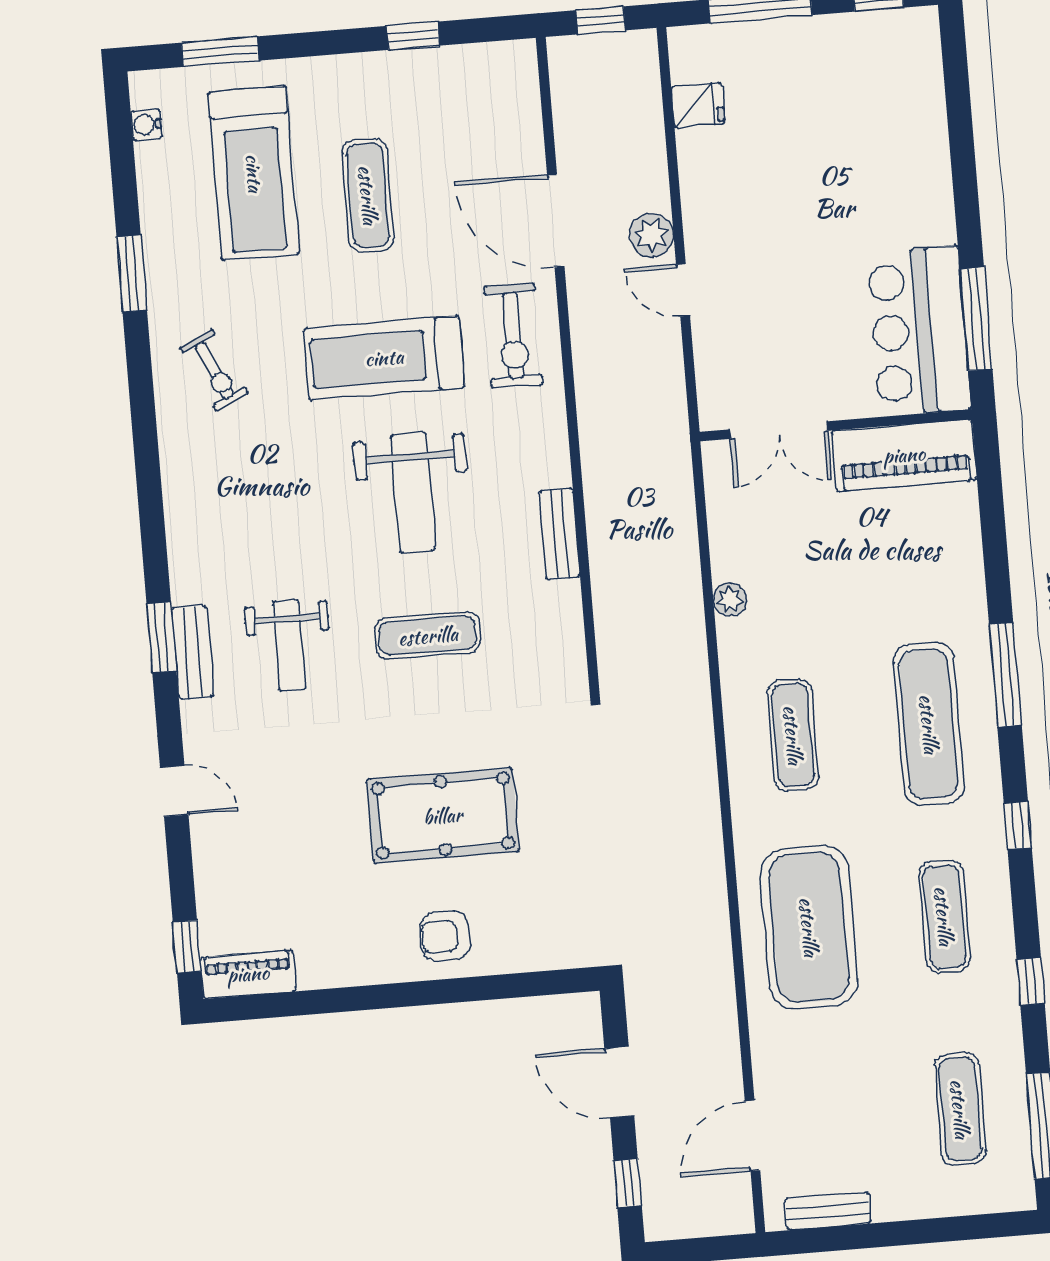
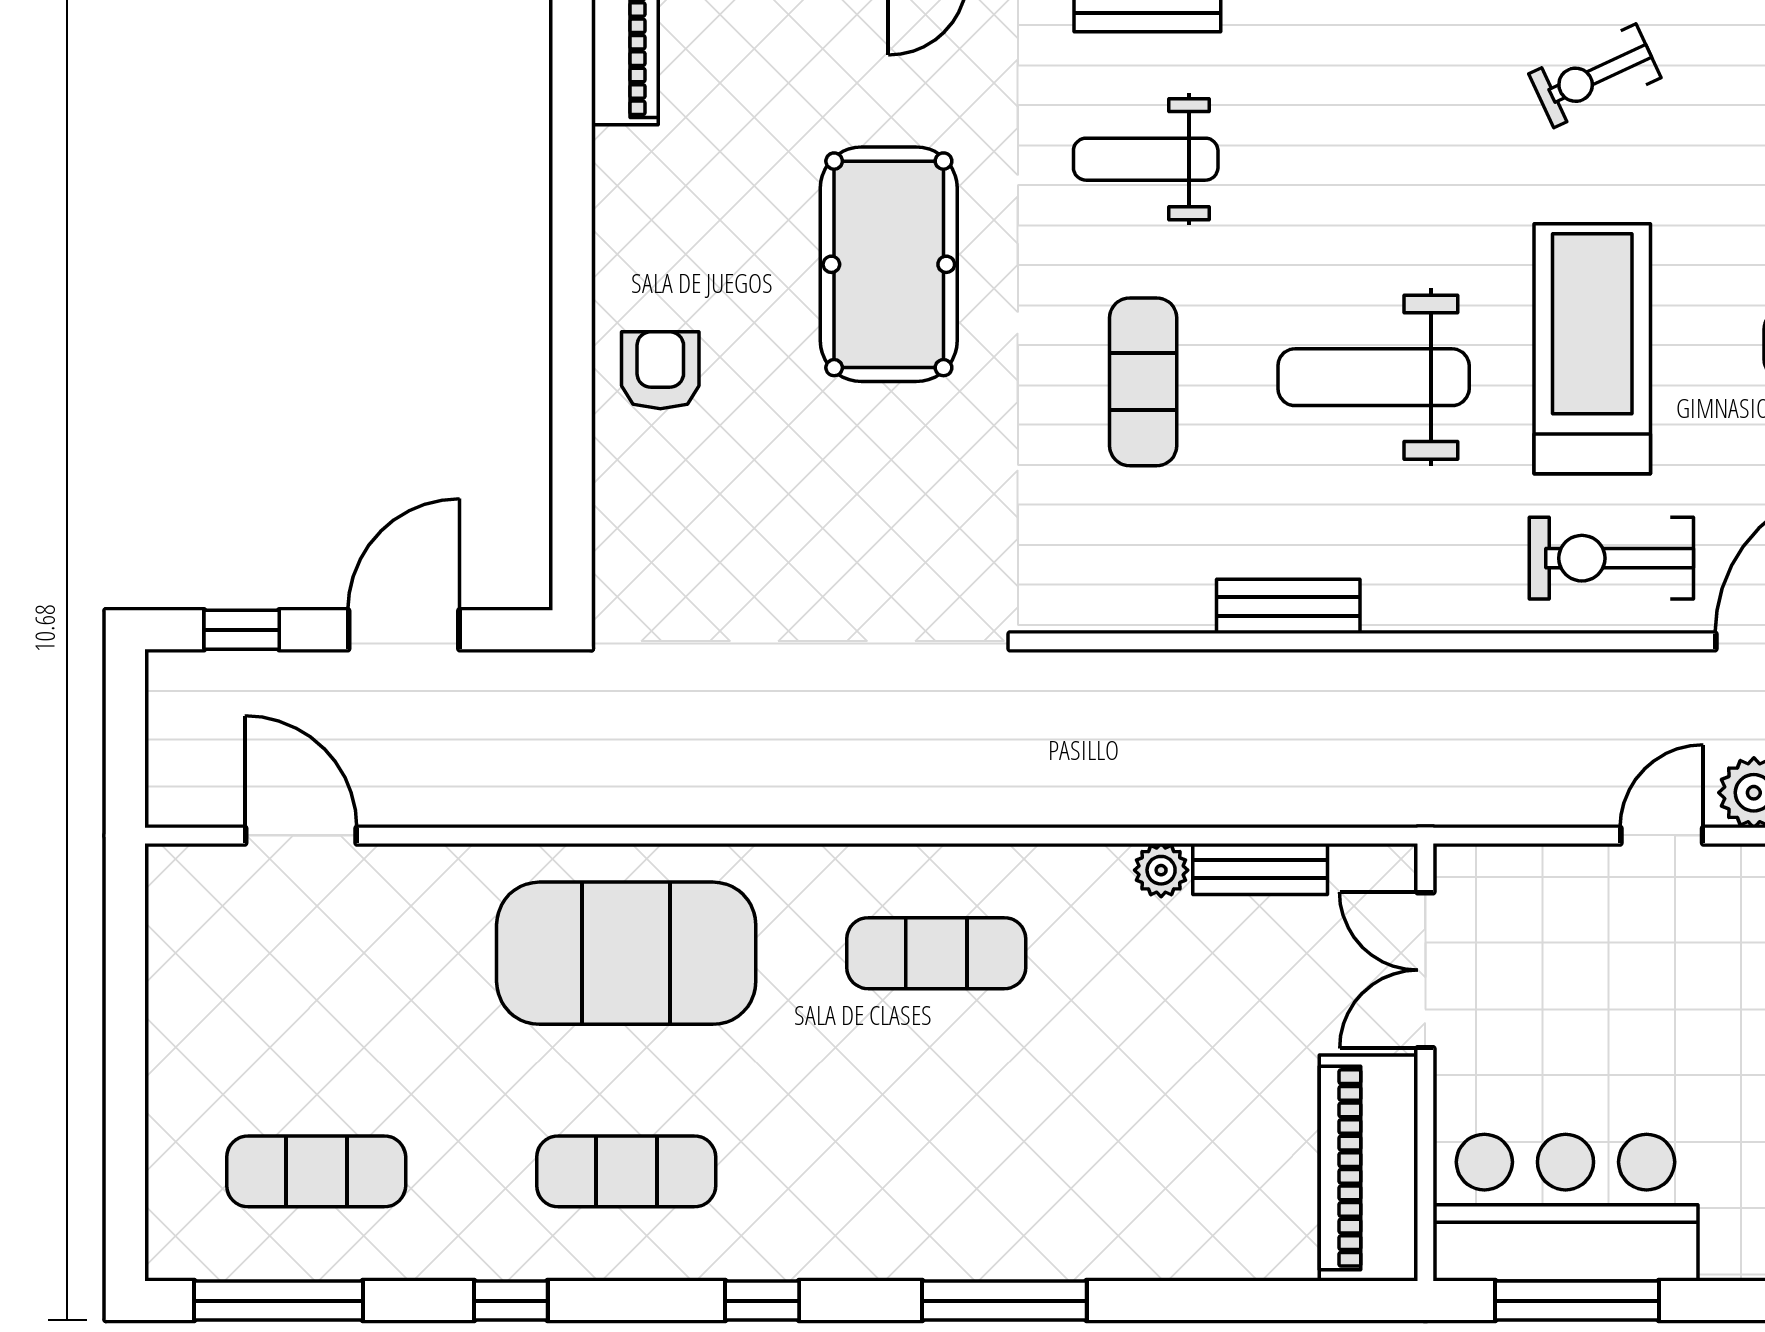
exercise mat: (929, 724) -> (936, 1171), removed
pool table: (443, 816) -> (889, 264), moved
bench: (828, 1211) -> (1260, 869), moved, turned 90

